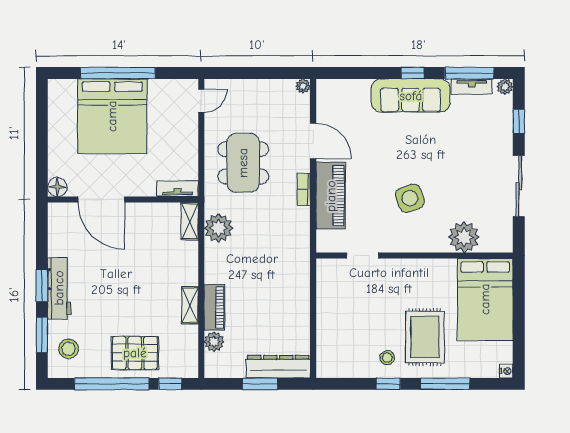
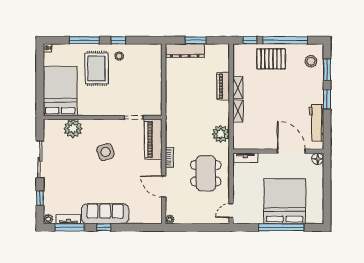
piano: (331, 196) -> (153, 139), moved
shelving: (190, 221) -> (238, 111), moved
workbench: (59, 288) -> (317, 123), moved
plant: (214, 342) -> (223, 66), removed

